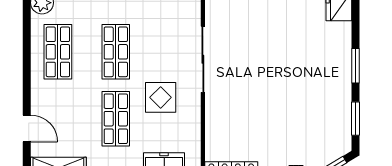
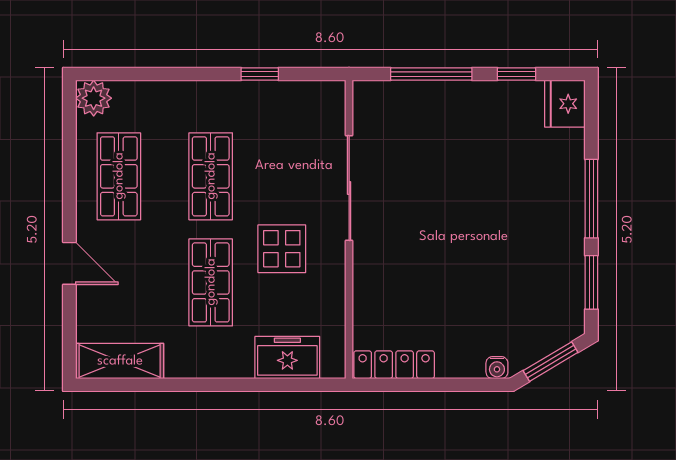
window: (355, 66) -> (591, 199), width x1.44
door: (27, 128) -> (69, 263), moved

